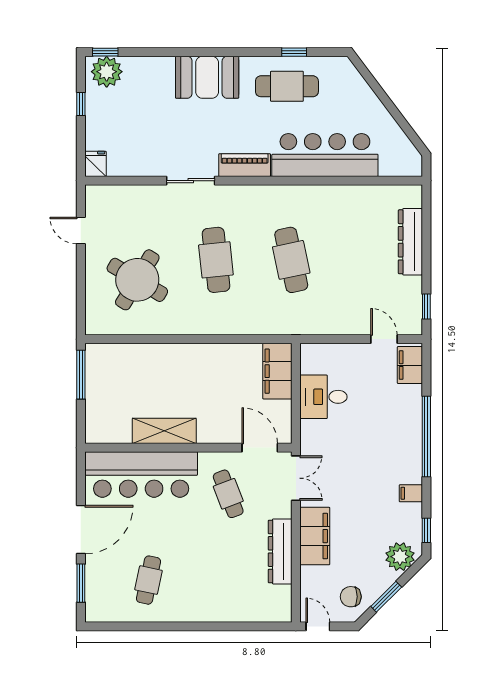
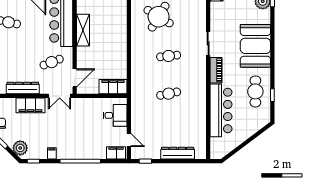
booth: (207, 77) -> (255, 46), width x1.36, depth x1.42
cafe table: (216, 260) -> (169, 56), width x0.73, depth x0.74
cafe table: (291, 260) -> (169, 94), width x0.73, depth x0.74
door: (384, 339) -> (129, 140), hinge flipped
desk: (323, 397) -> (115, 115), moved, turned 90

